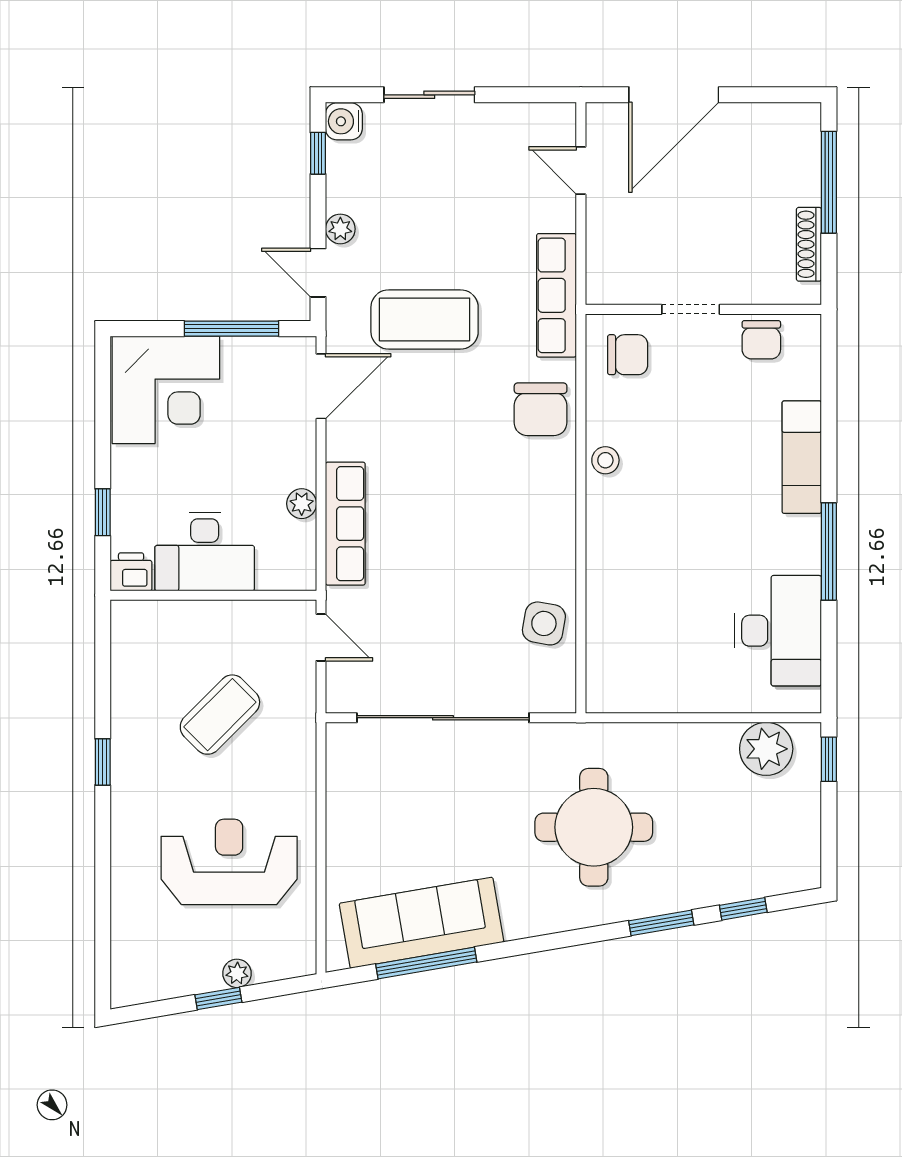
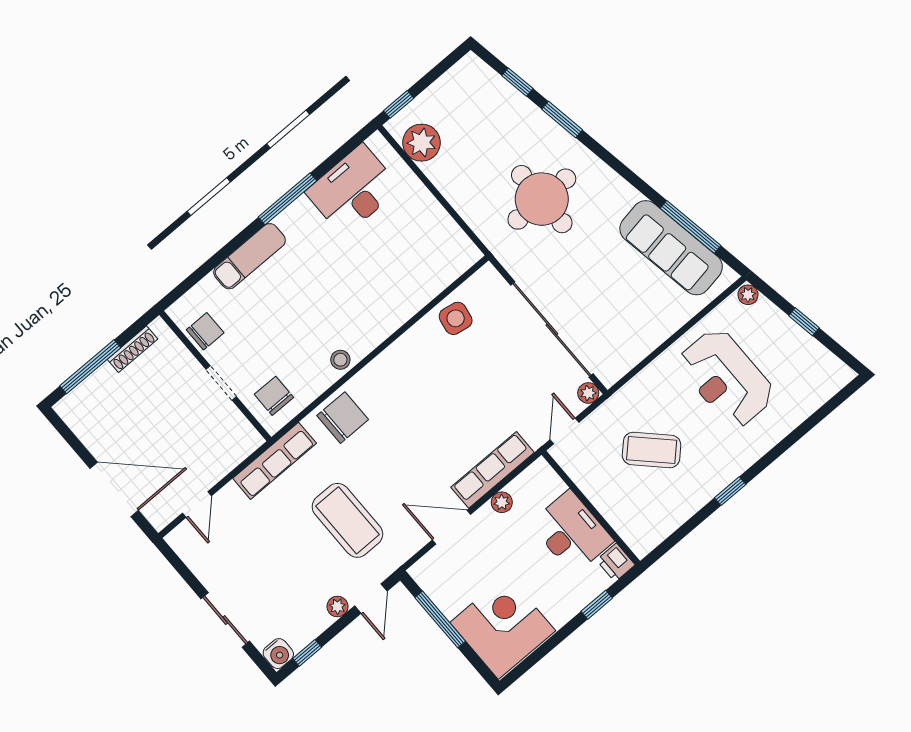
door: (321, 386) -> (451, 527), moved
plant: (340, 698) -> (588, 393), added
plant: (237, 973) -> (748, 295), moved

